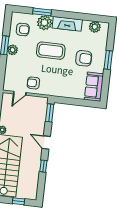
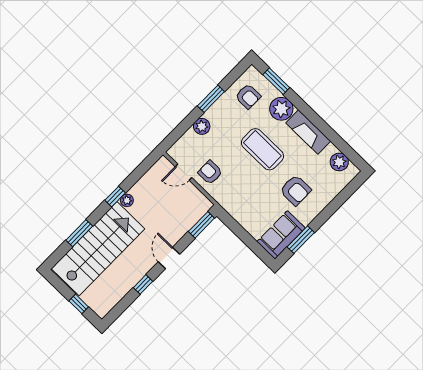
window: (42, 12) -> (276, 81), moved
plant: (13, 50) -> (202, 126), moved
window: (108, 60) -> (301, 240), moved

